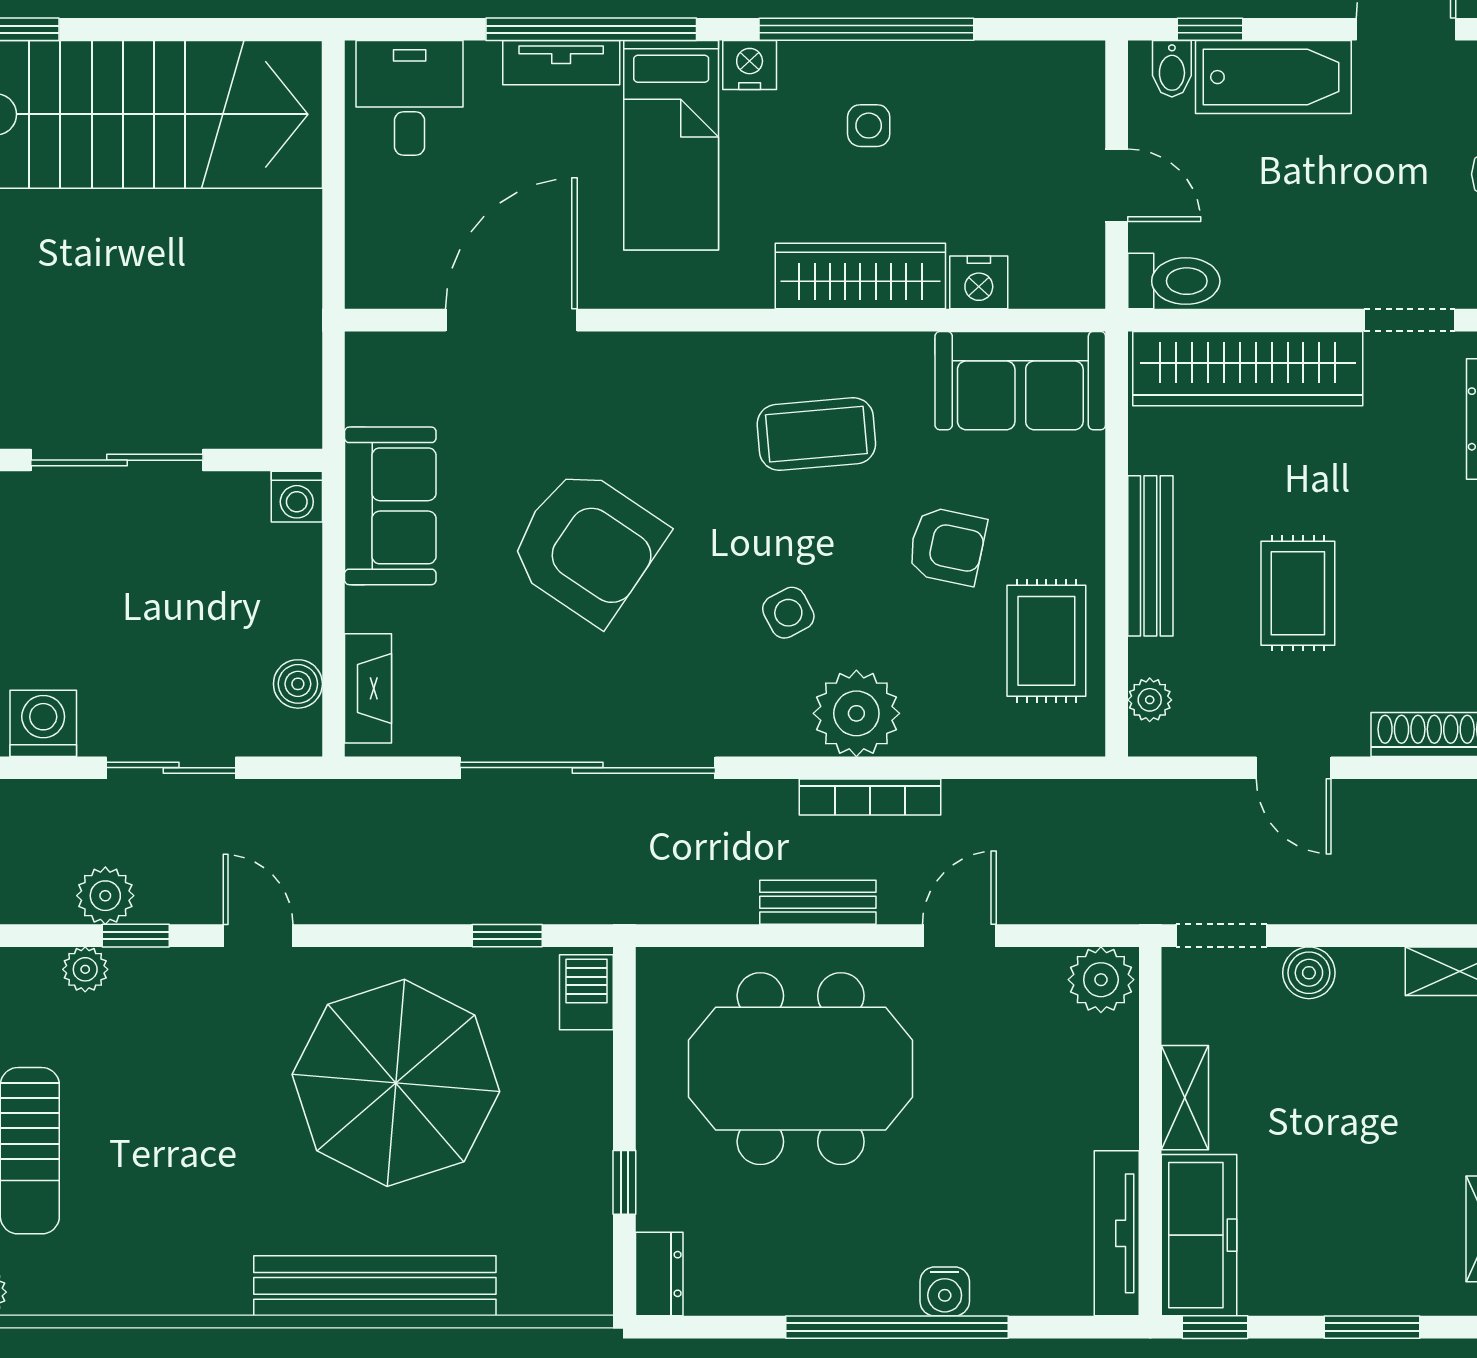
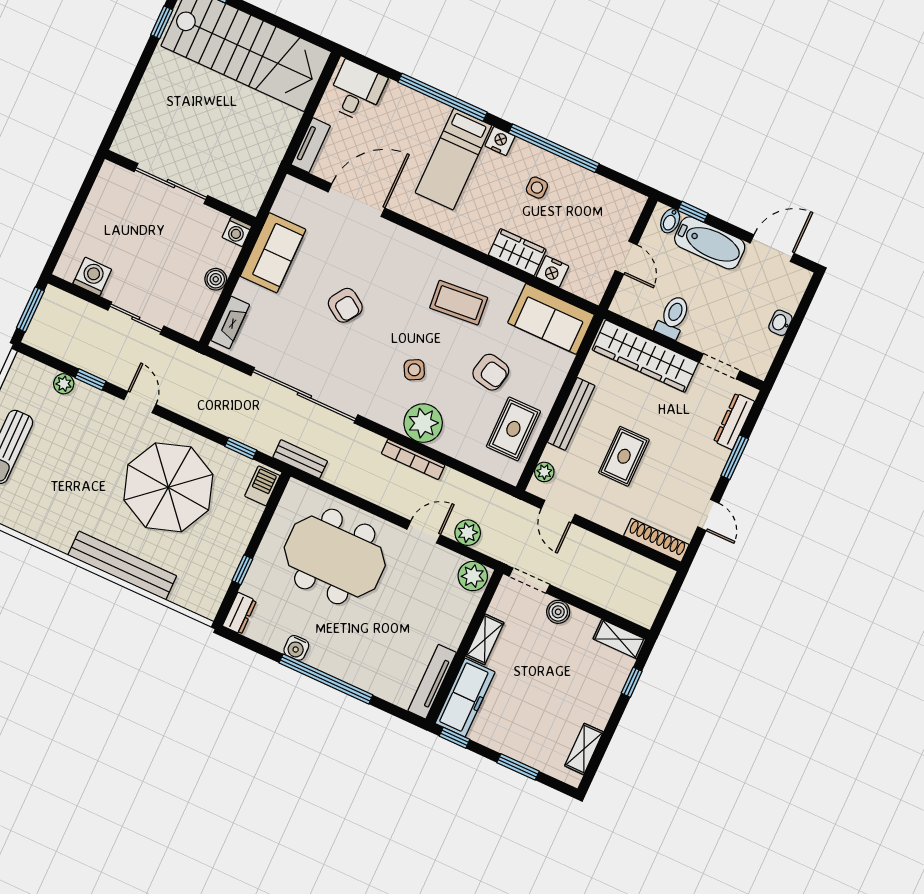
tv unit: (561, 63) -> (311, 145), moved, turned -90
wardrobe: (860, 276) -> (517, 252), width x0.67
toilet: (1174, 281) -> (673, 317), moved, turned -90
armchair: (587, 546) -> (345, 305), width x0.53, depth x0.53
boiler: (298, 684) -> (216, 279), moved
door: (1294, 768) -> (558, 511), moved
plant: (105, 896) -> (468, 533), moved
bench: (818, 902) -> (300, 459), moved
water cooler: (945, 1291) -> (296, 648), moved

